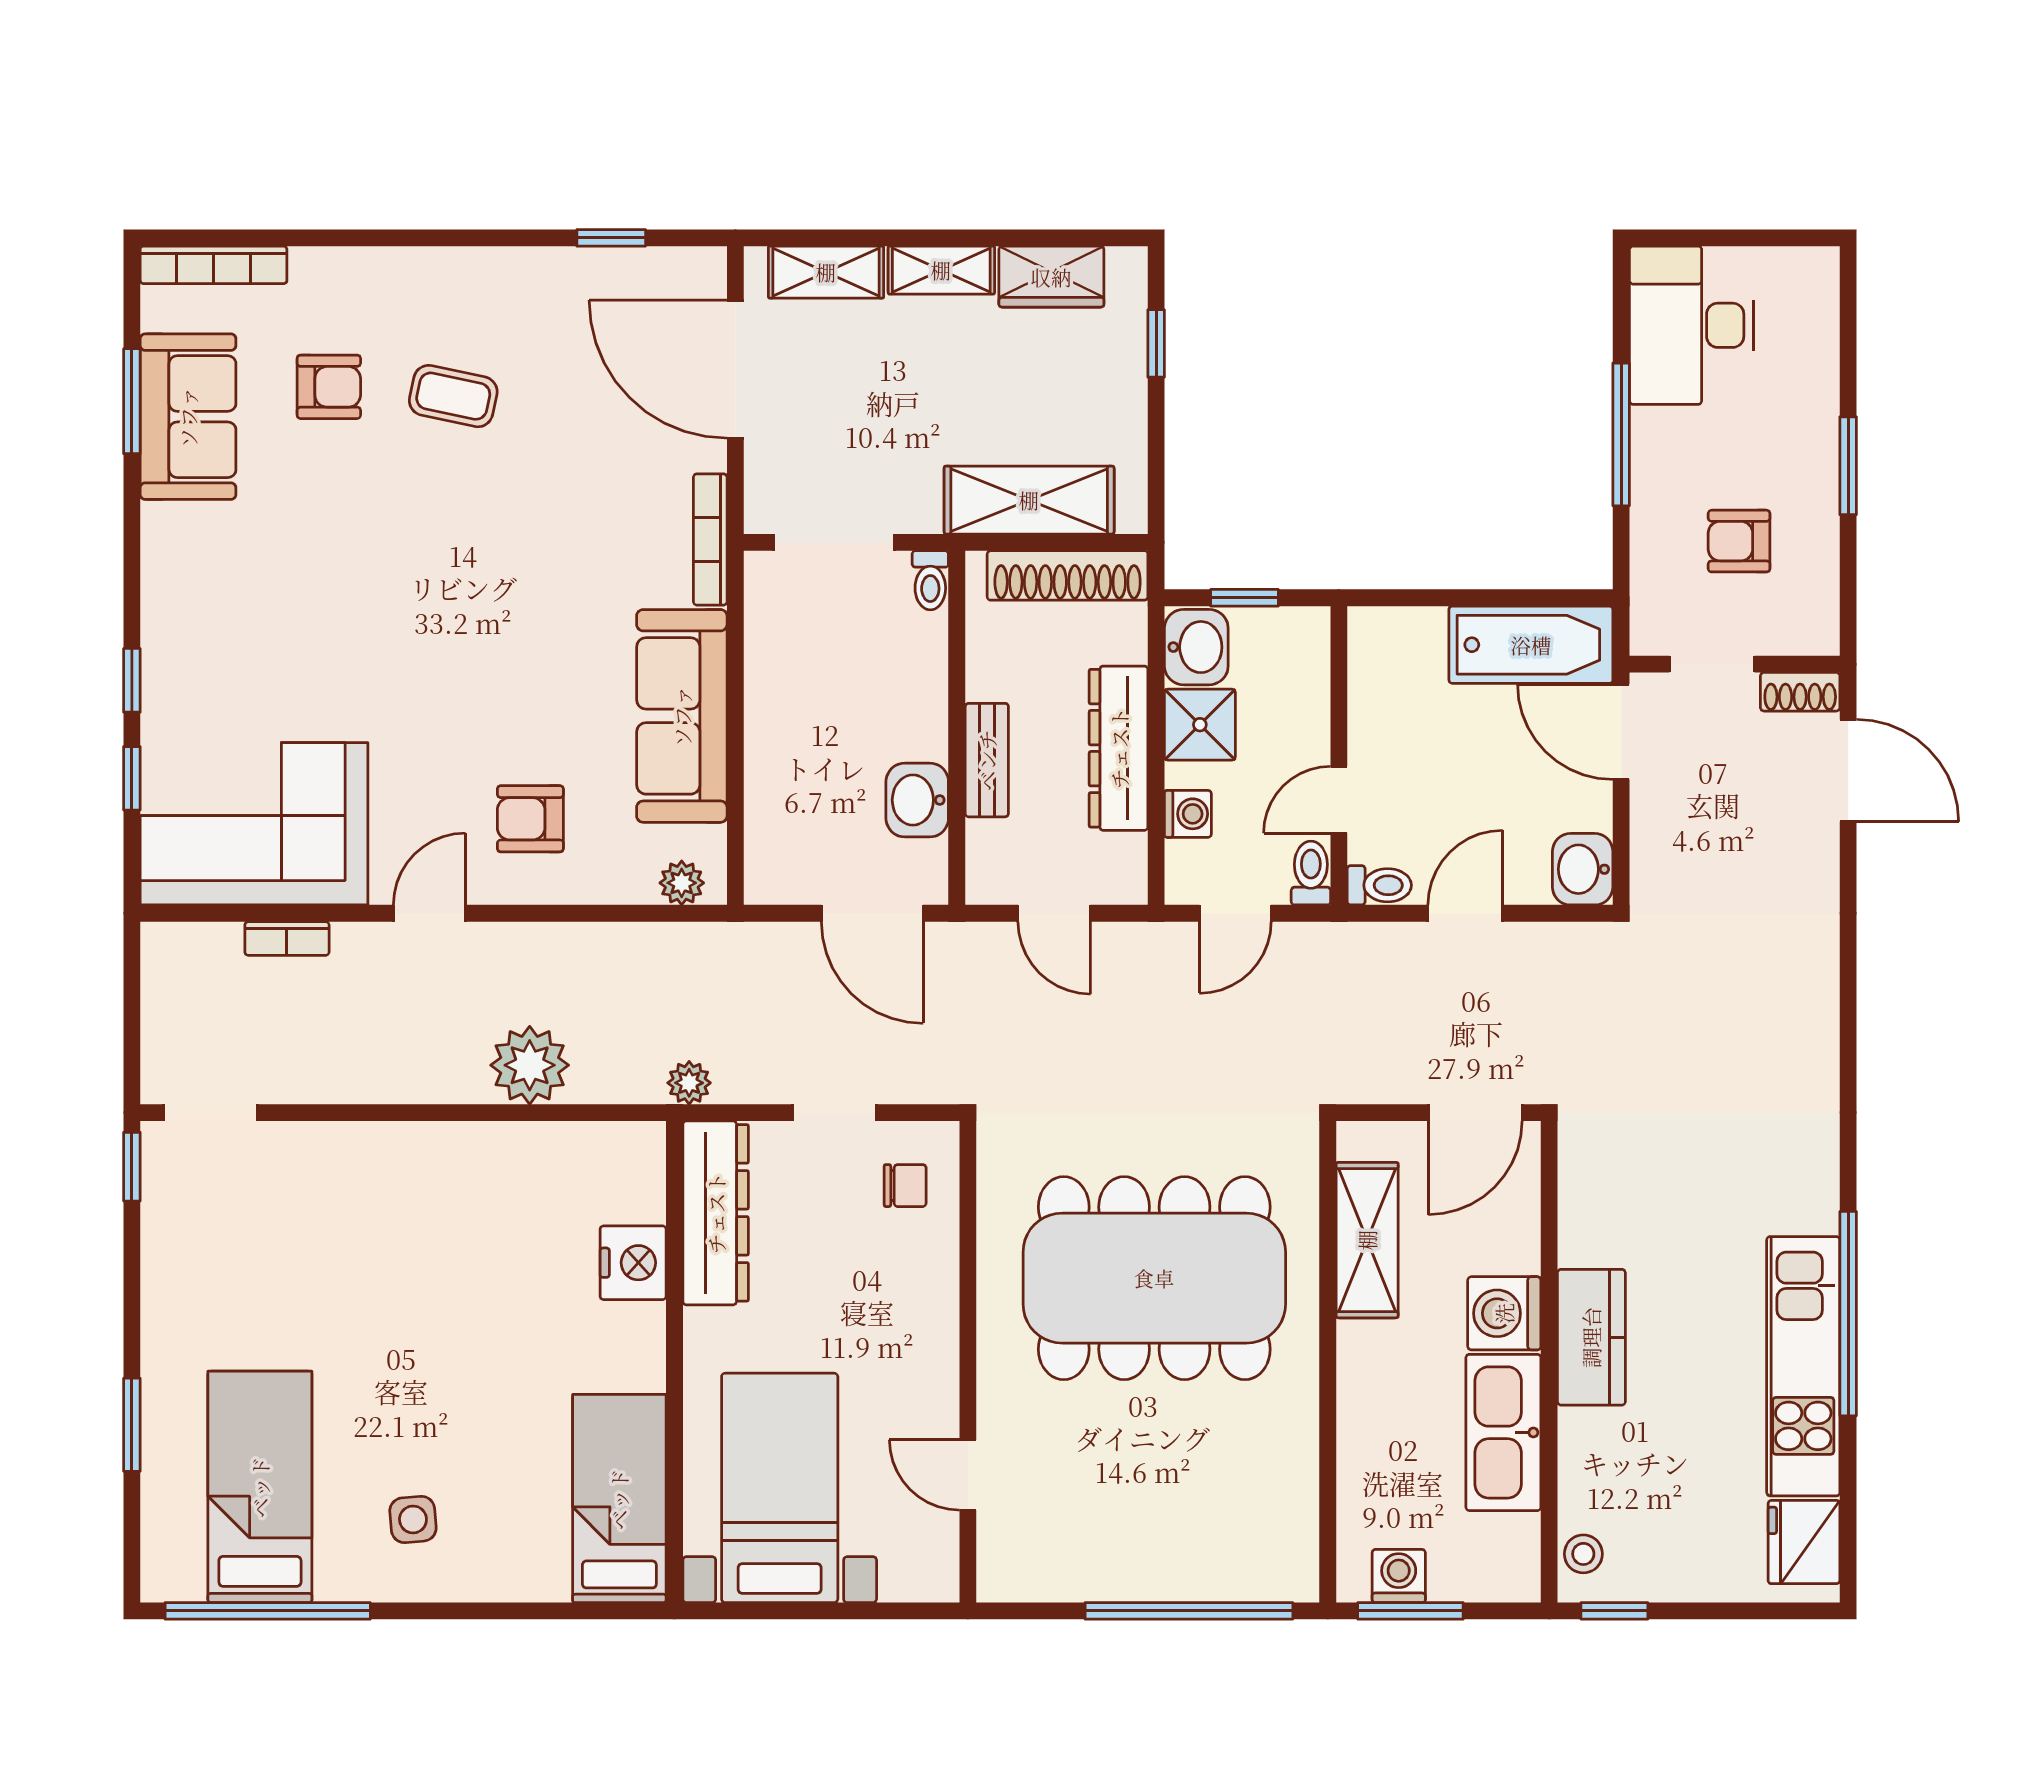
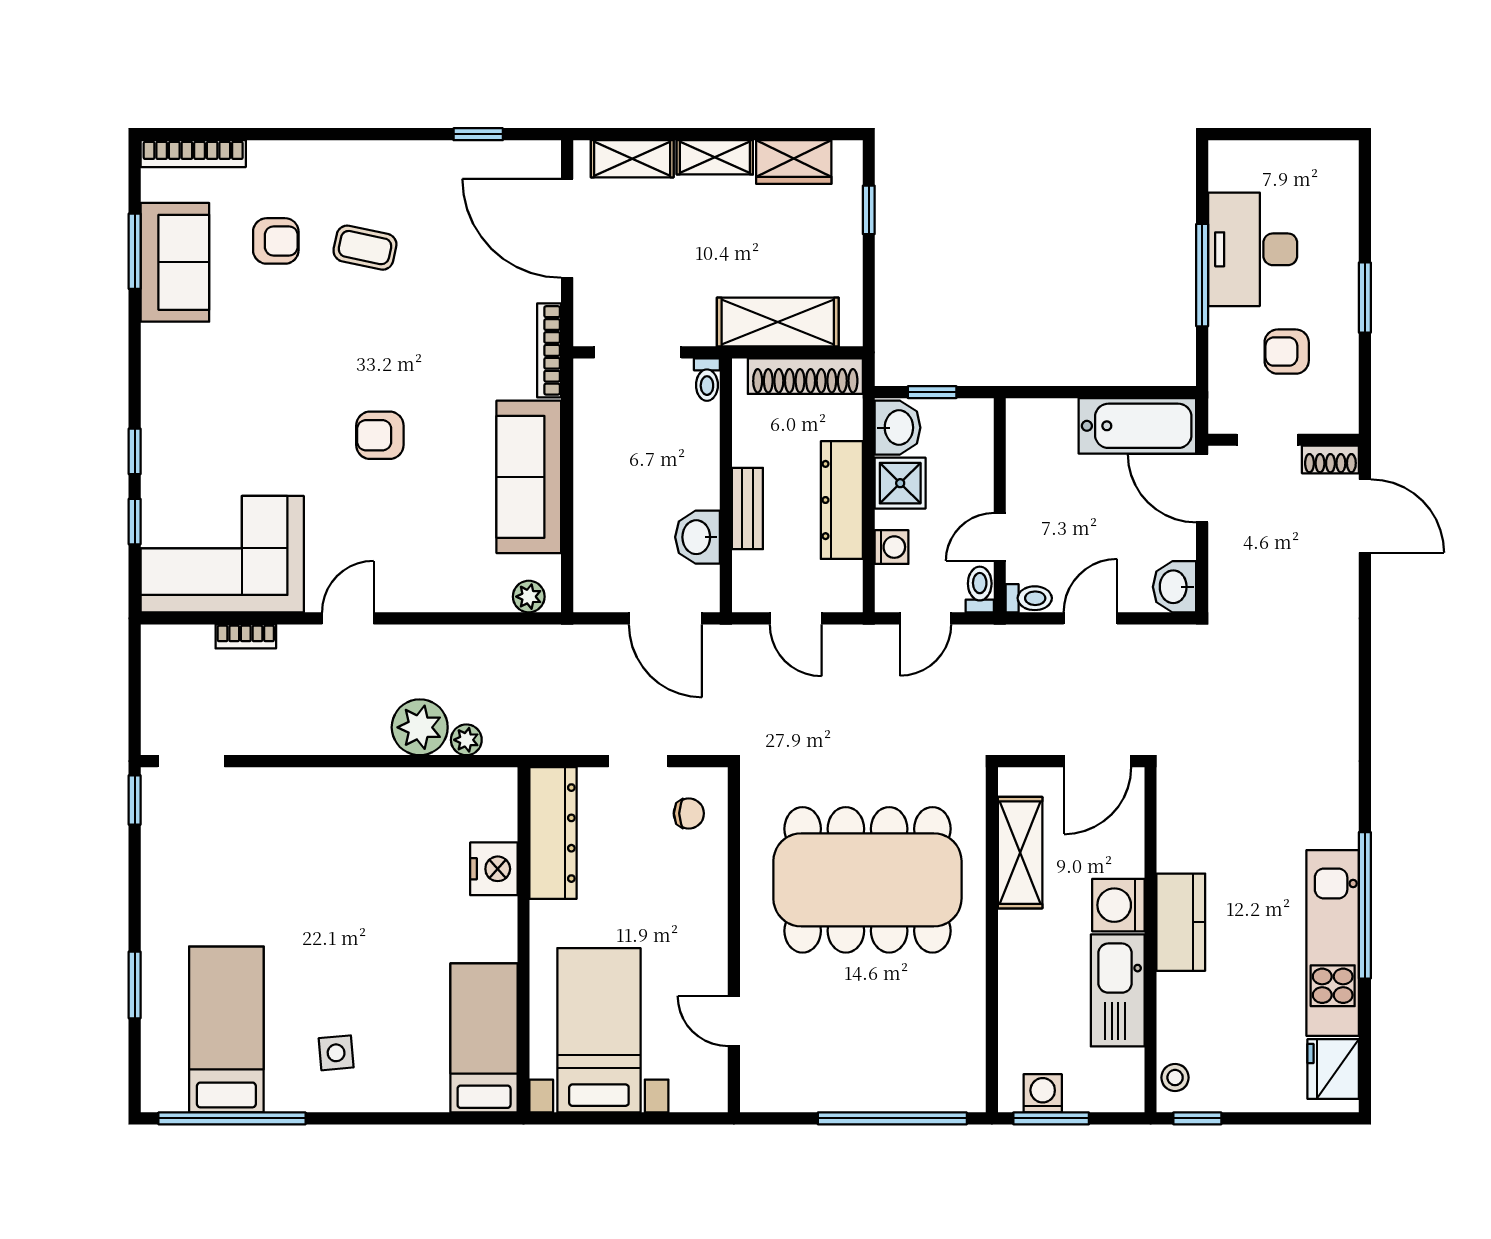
desk: (1692, 325) -> (1253, 249), moved
armchair: (530, 819) -> (380, 435), moved
plant: (689, 1083) -> (466, 740), moved

